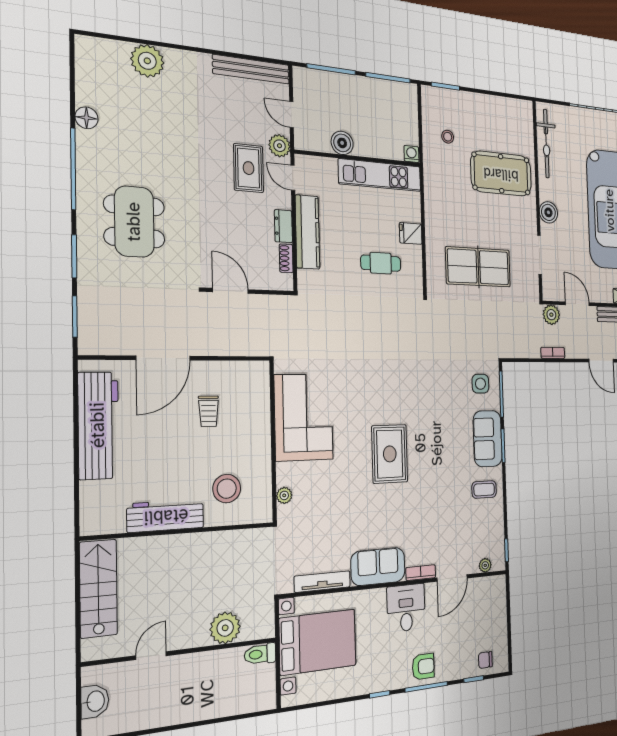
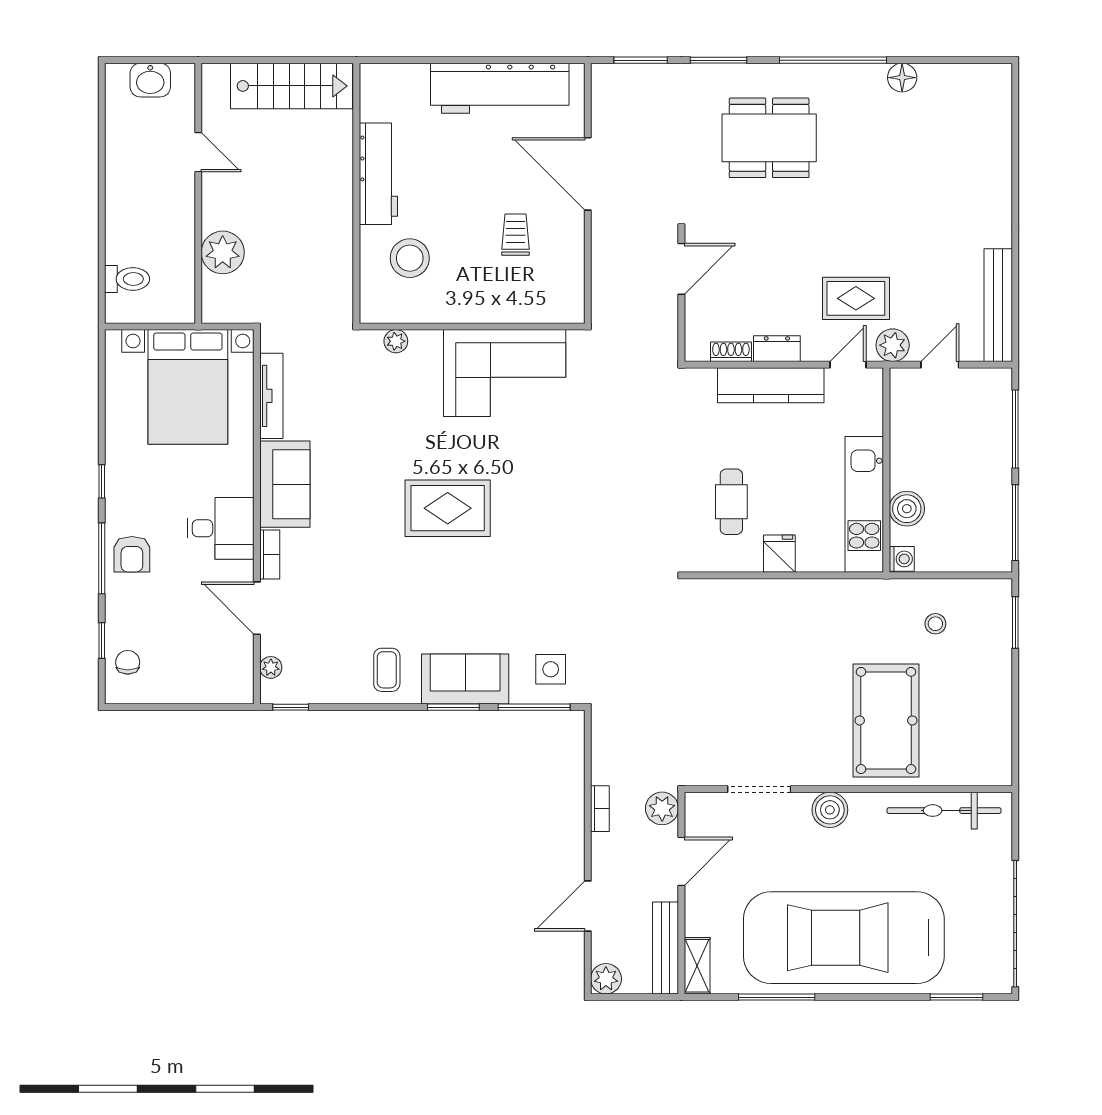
plant: (147, 61) -> (990, 158), removed
boiler: (342, 143) -> (907, 509), moved
table tennis table: (478, 267) -> (734, 672), removed
trolley: (209, 411) -> (516, 235), turned 90
toilet: (260, 654) -> (127, 279), moved, turned 90

